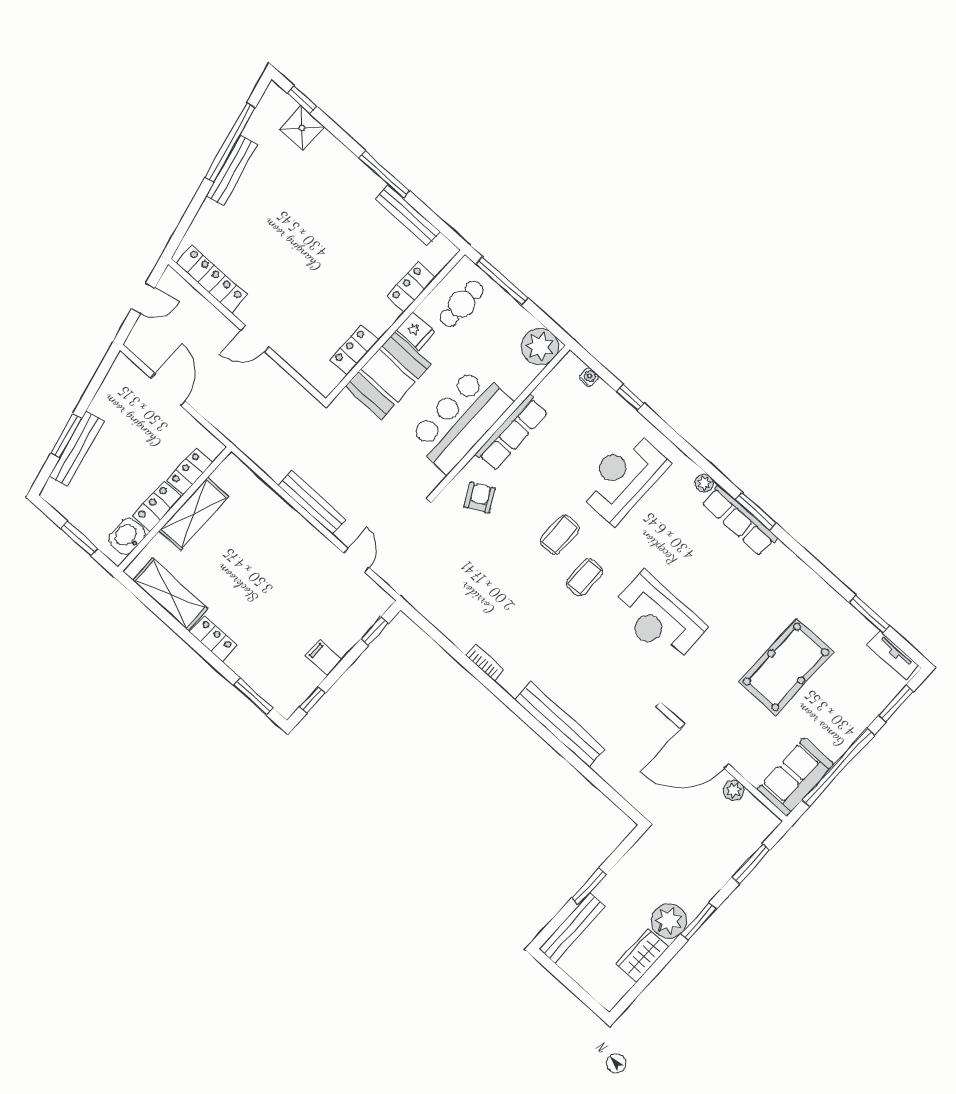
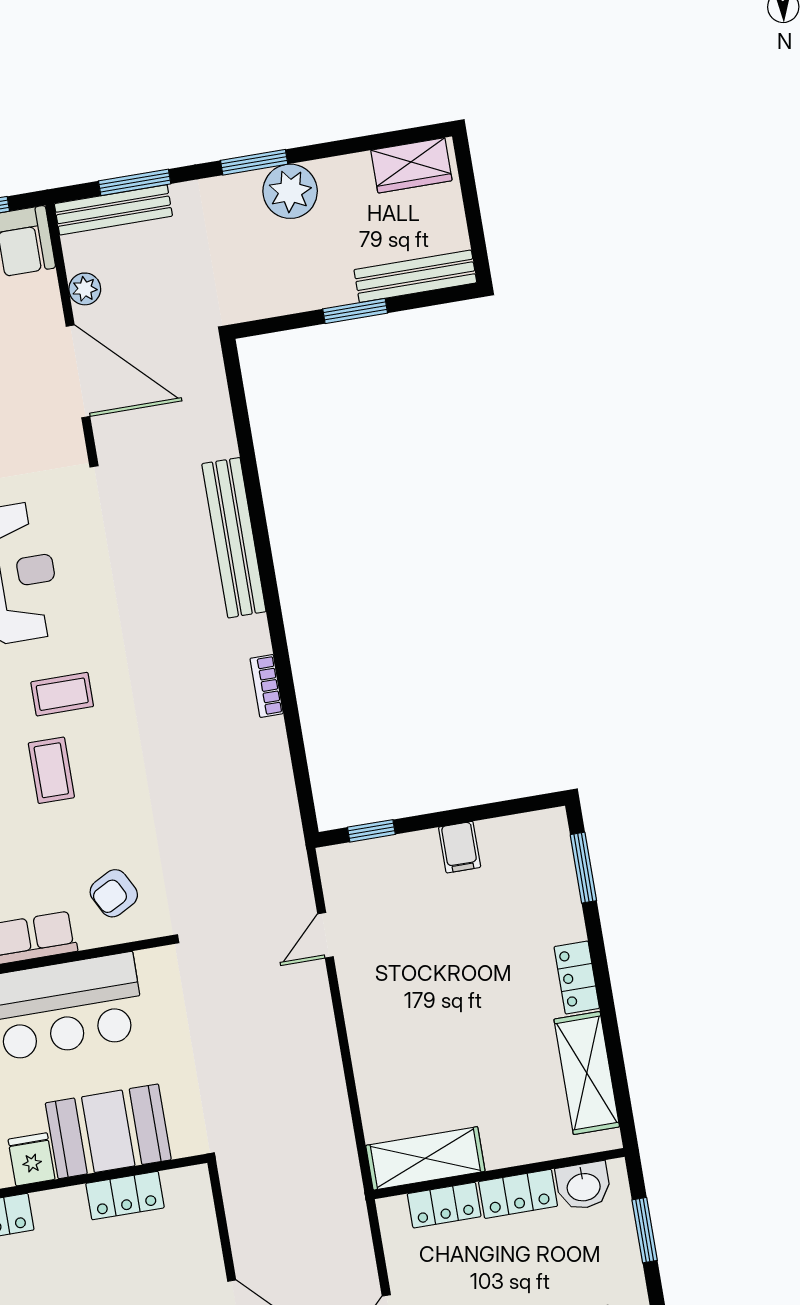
bench: (312, 502) -> (113, 210), moved, turned 90
shelving: (194, 514) -> (425, 1158), moved
coffee table: (560, 535) -> (51, 770), turned 90
window: (312, 700) -> (514, 807), removed
wardrobe: (642, 955) -> (411, 165), moved

